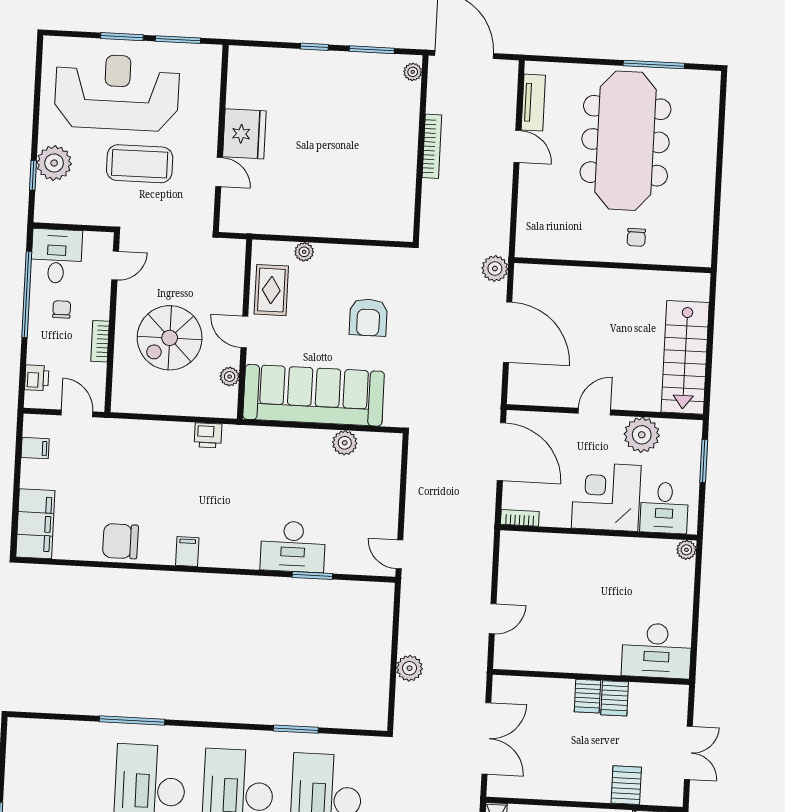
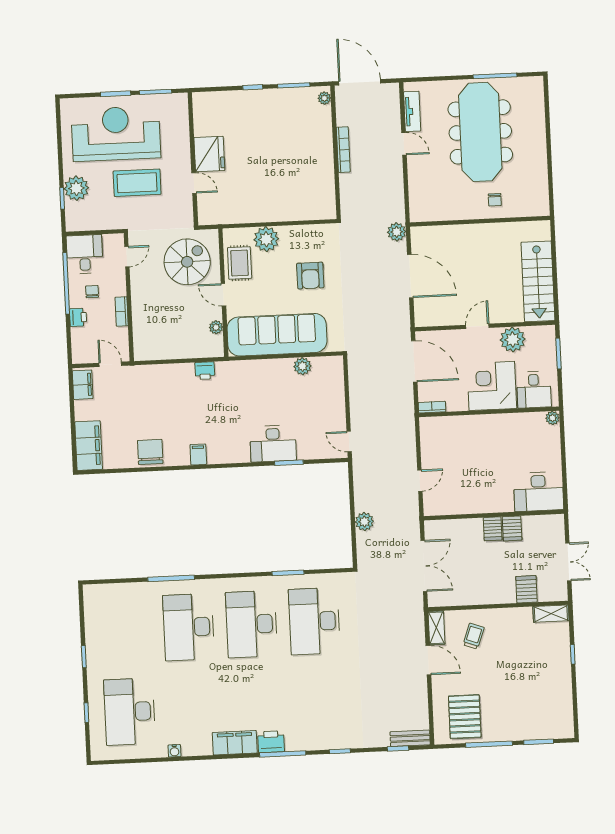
plant: (304, 252) -> (266, 239), width x1.88, depth x1.88
spiral stairs: (170, 338) -> (187, 262), moved, turned 180
printer: (37, 378) -> (78, 317), moved
filing cabinet: (35, 448) -> (83, 385), width x2.00
chair: (120, 541) -> (150, 452), turned 90

